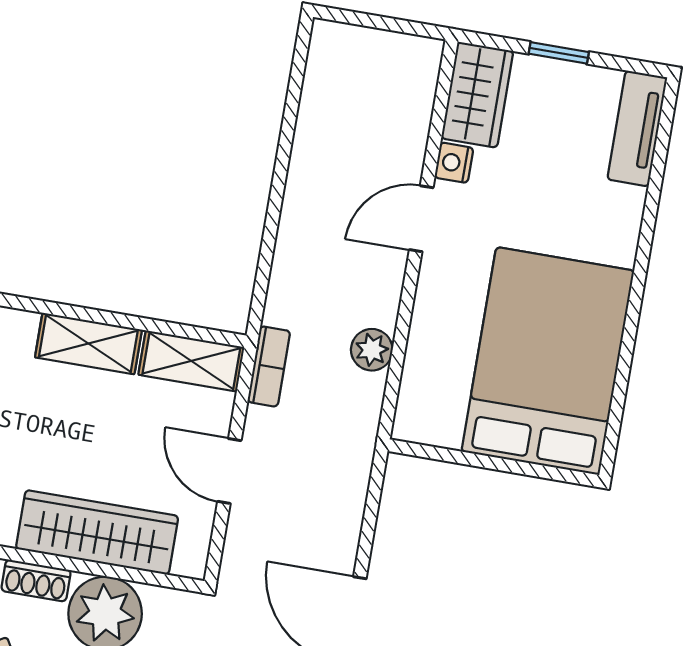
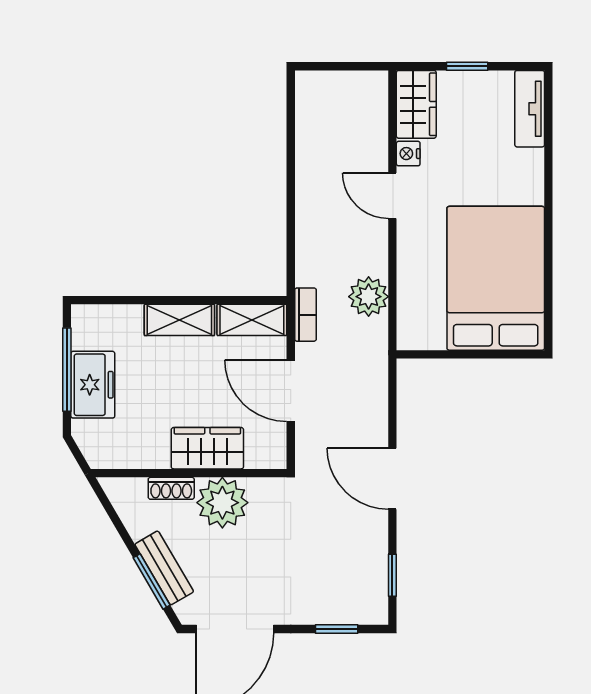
door: (421, 219) -> (392, 196), hinge flipped
plant: (372, 350) -> (369, 297), width x1.38, depth x1.38
door: (229, 471) -> (291, 391), width x1.38
wardrobe: (97, 532) -> (207, 448), width x0.67

